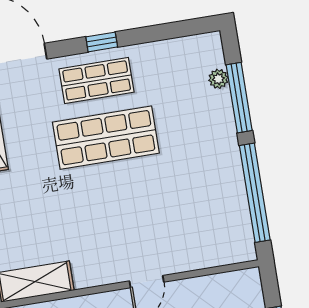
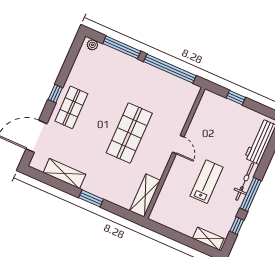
plant: (218, 79) -> (92, 45), moved
shop shelf: (106, 138) -> (129, 133), moved

